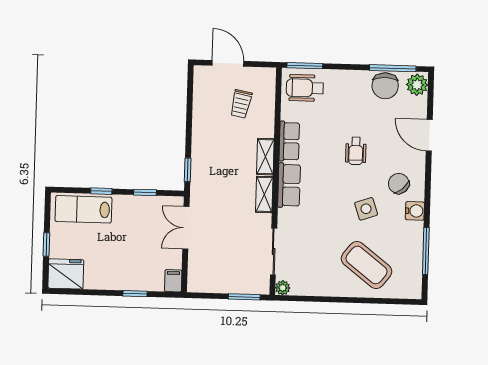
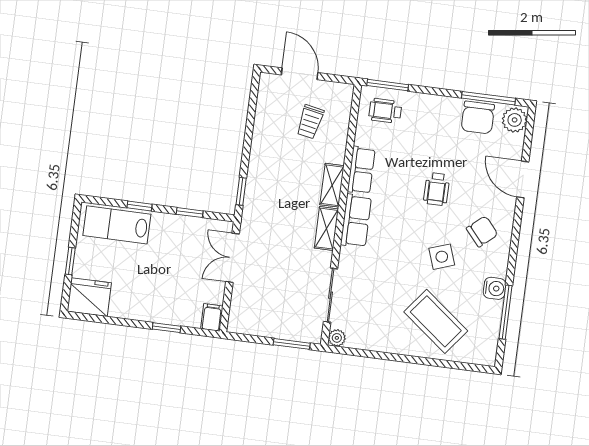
wheelchair: (305, 88) -> (385, 111), width x0.73, depth x0.73
chair: (399, 184) -> (482, 231), turned 91
water cooler: (415, 211) -> (495, 288), moved

